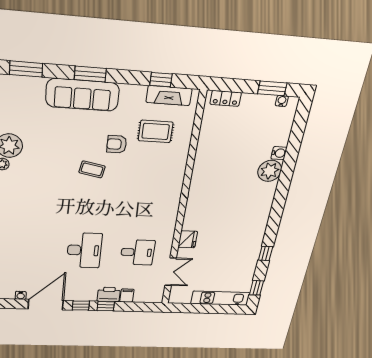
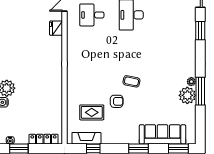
sofa: (83, 95) -> (163, 134), moved
locker: (226, 98) -> (43, 139), width x1.53

